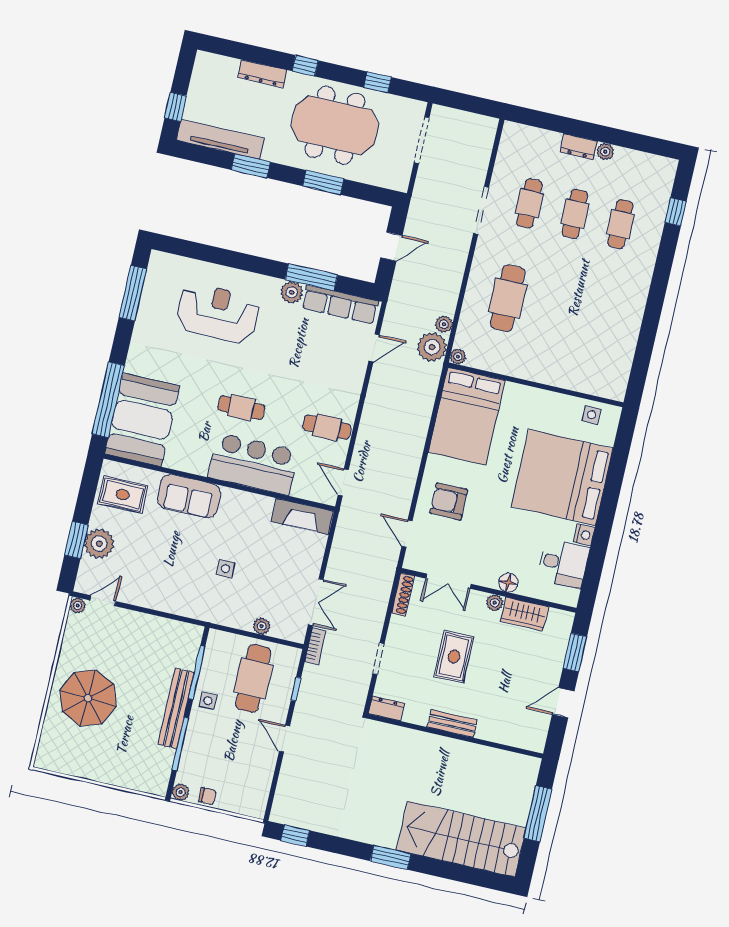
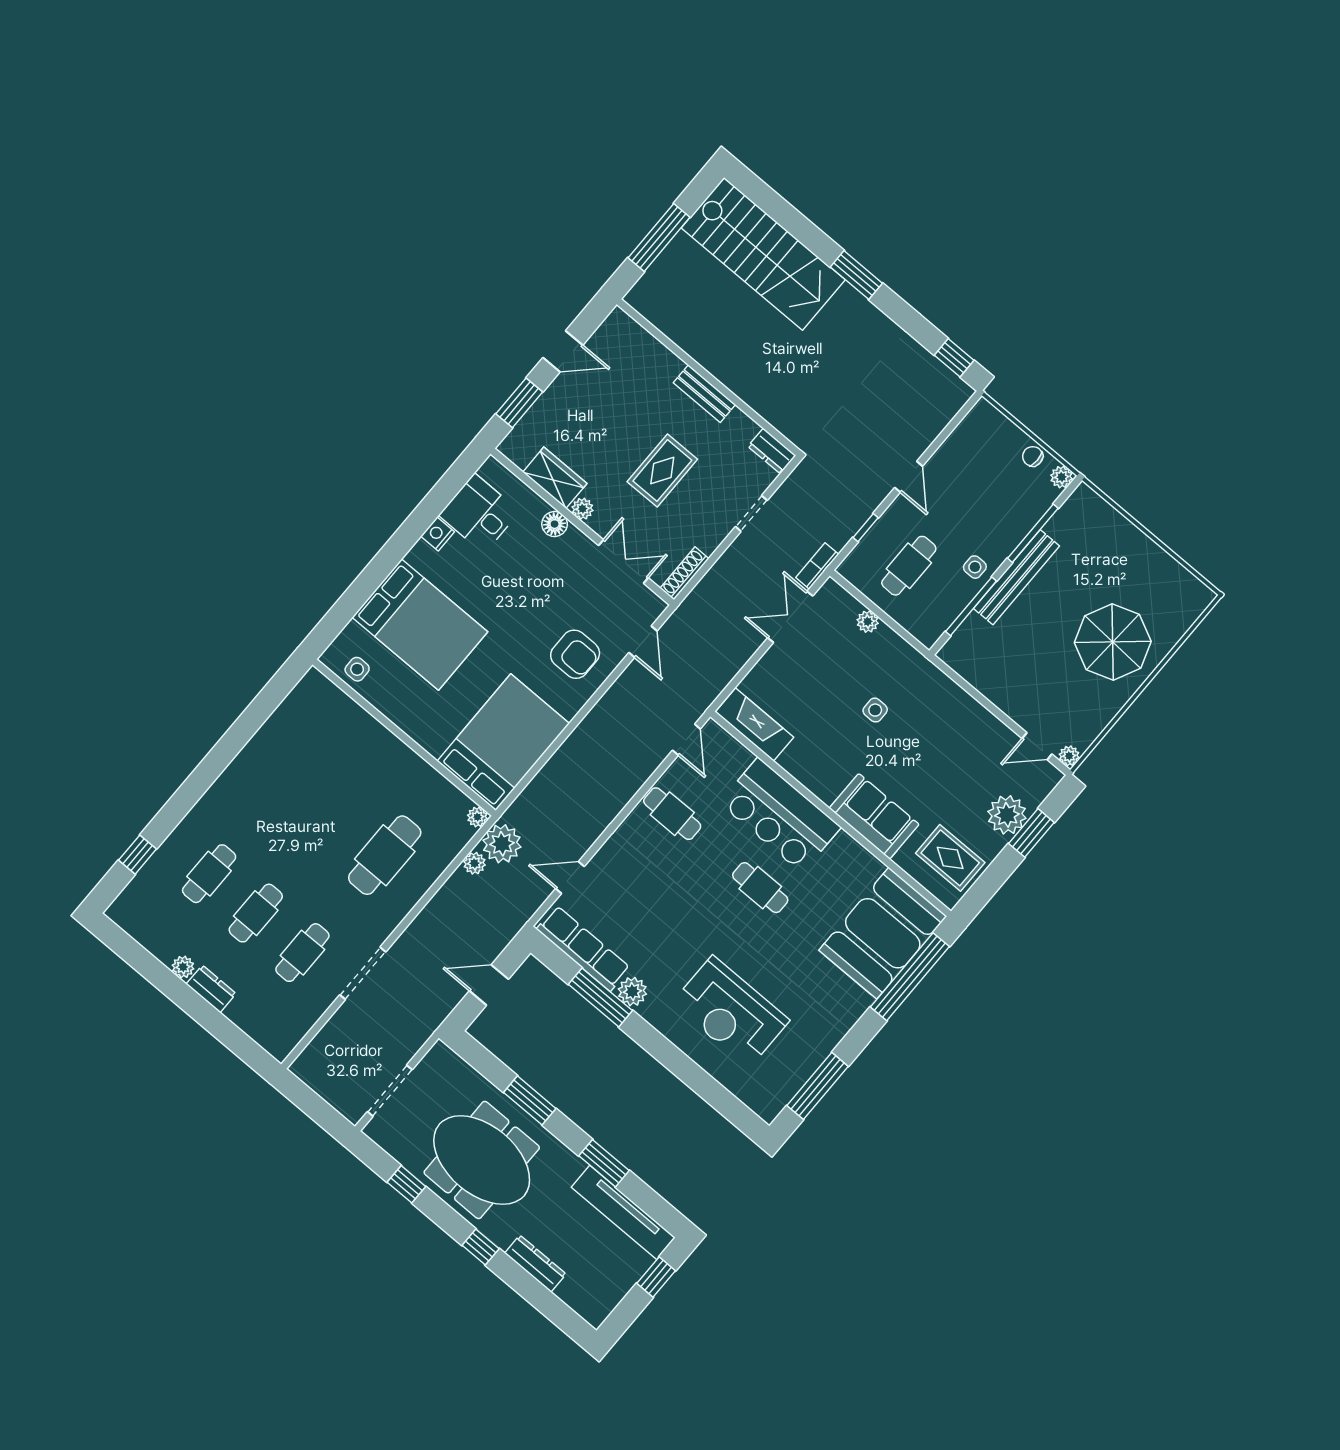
bed: (562, 477) -> (420, 625), width x0.73
cafe table: (253, 678) -> (909, 566), width x0.73, depth x0.74

